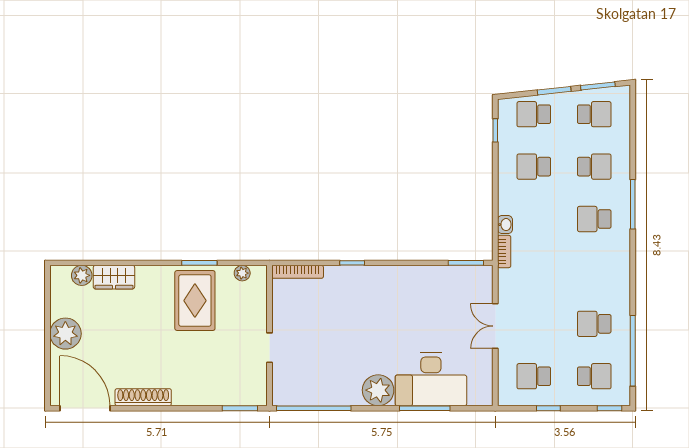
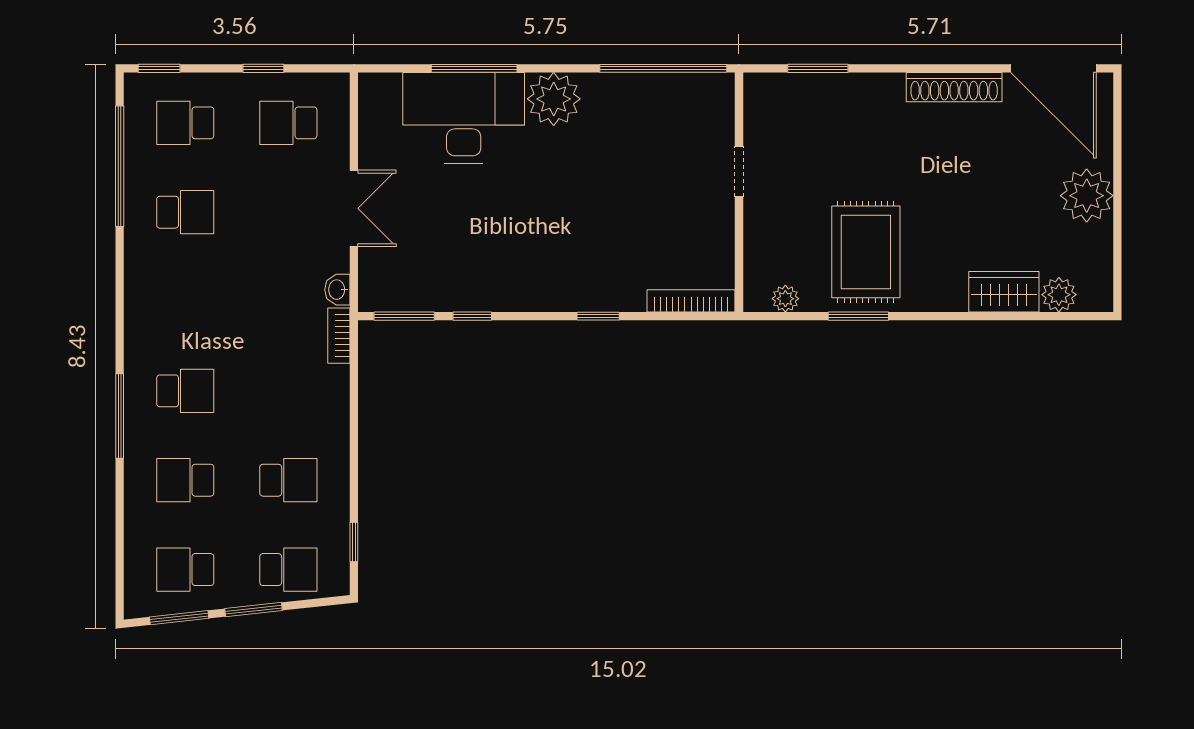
washbasin: (505, 225) -> (337, 290), moved
window: (426, 263) -> (472, 316), added
school desk: (534, 376) -> (288, 123), turned 180
window: (240, 408) -> (818, 68), moved

